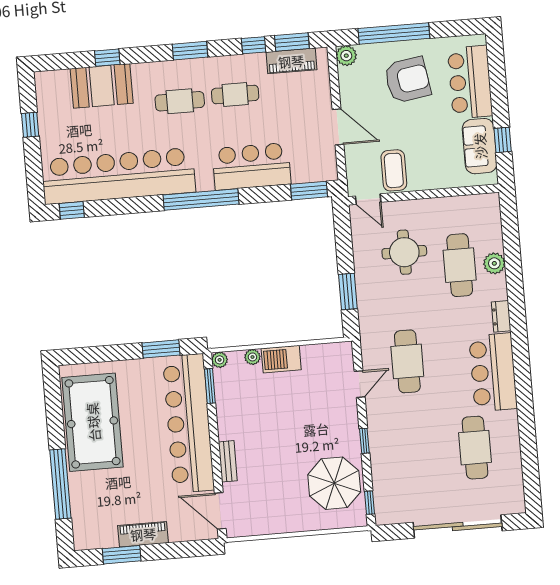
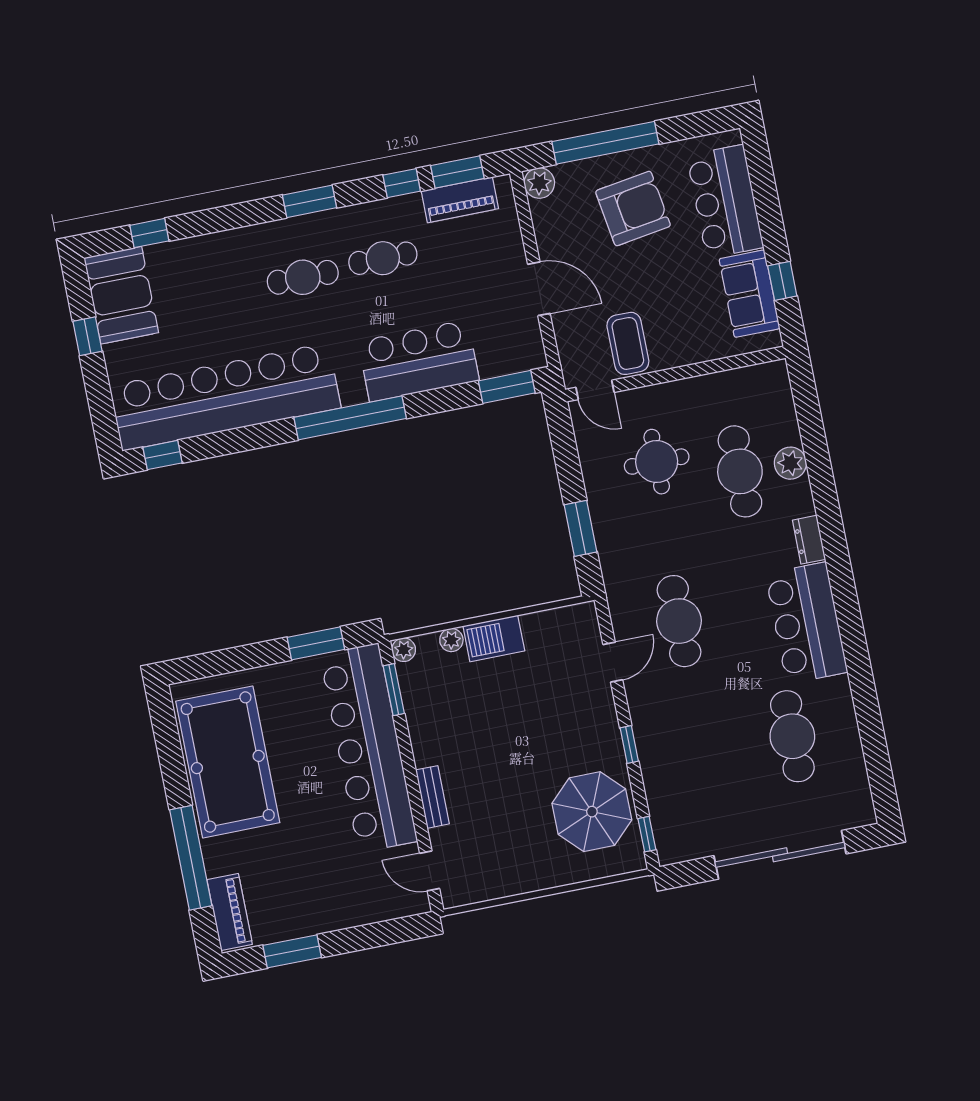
window: (107, 58) -> (149, 233), moved
booth: (102, 86) -> (121, 295), moved, turned 90
door: (220, 511) -> (430, 871), width x0.73
piano: (143, 534) -> (230, 912), moved, turned 90

